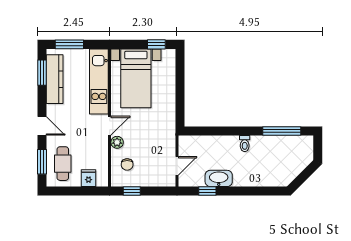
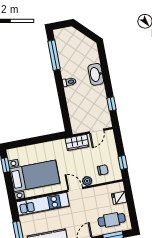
wardrobe: (168, 139) -> (77, 142), added
door: (177, 166) -> (97, 131), swing flipped
washbasin: (219, 178) -> (96, 74), moved

